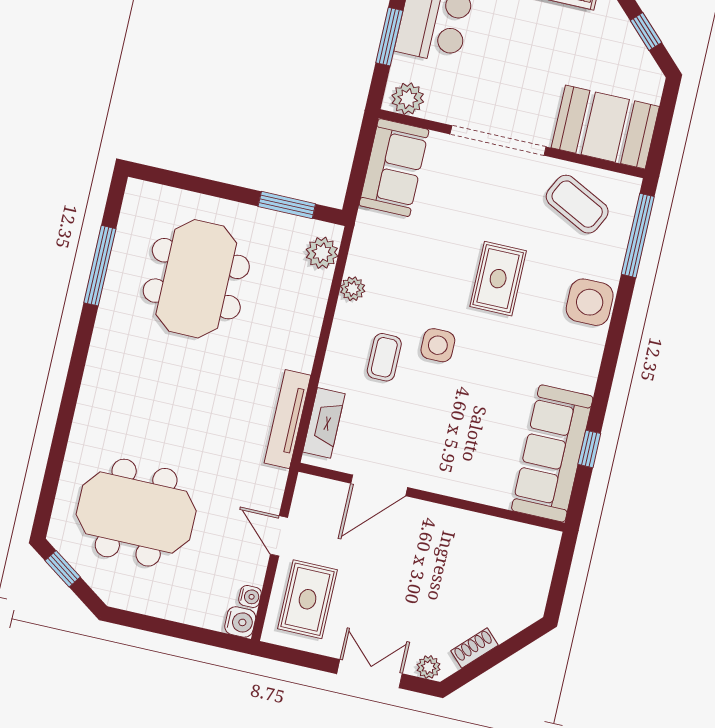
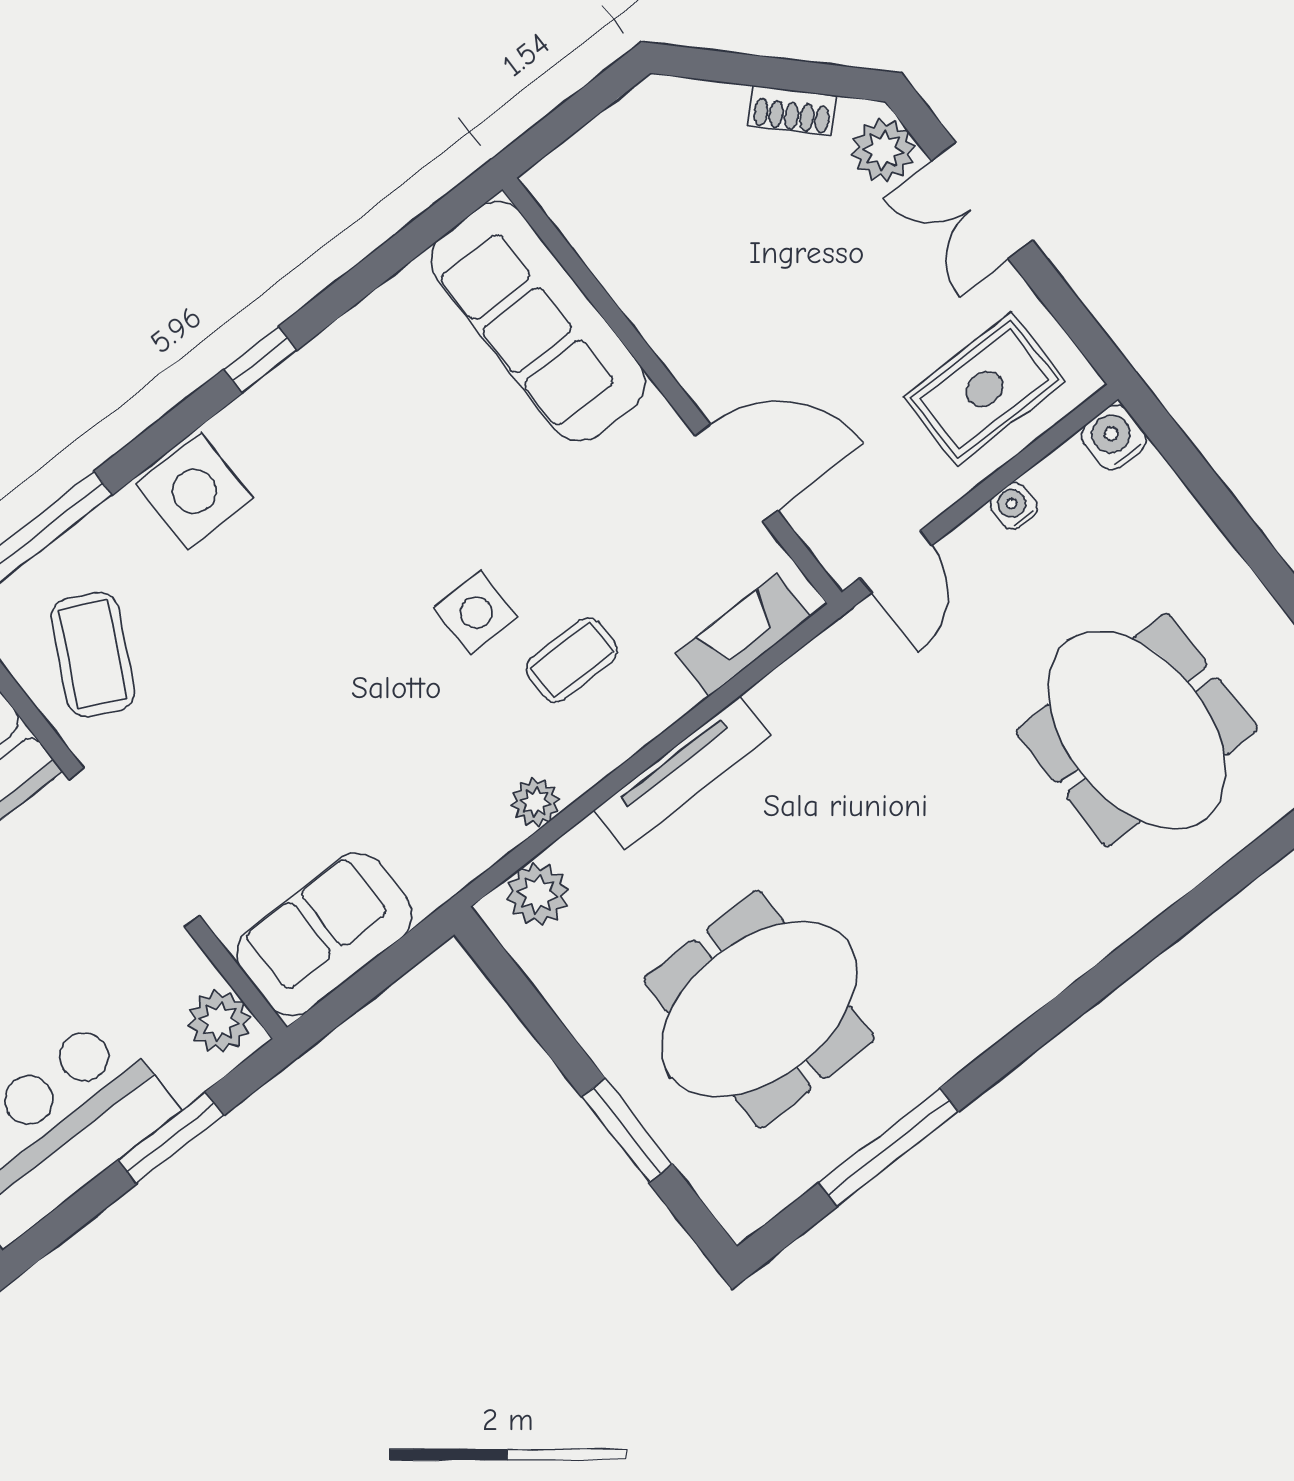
window: (287, 205) -> (627, 1130), moved
rug: (498, 279) -> (303, 639), removed
tv unit: (287, 419) -> (682, 773), moved
window: (589, 449) -> (260, 360), moved
sofa: (552, 453) -> (538, 321), moved, turned 90
door: (279, 536) -> (896, 562), moved
water cooler: (250, 596) -> (1014, 506), moved
plant: (429, 667) -> (883, 150), width x1.38, depth x1.38

